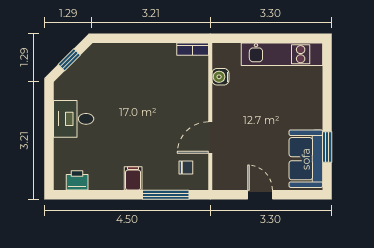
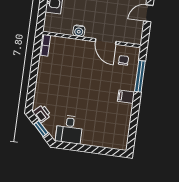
water cooler: (220, 77) -> (79, 31), moved
desk: (74, 119) -> (69, 129), moved
printer: (77, 180) -> (42, 114), moved, turned 135

